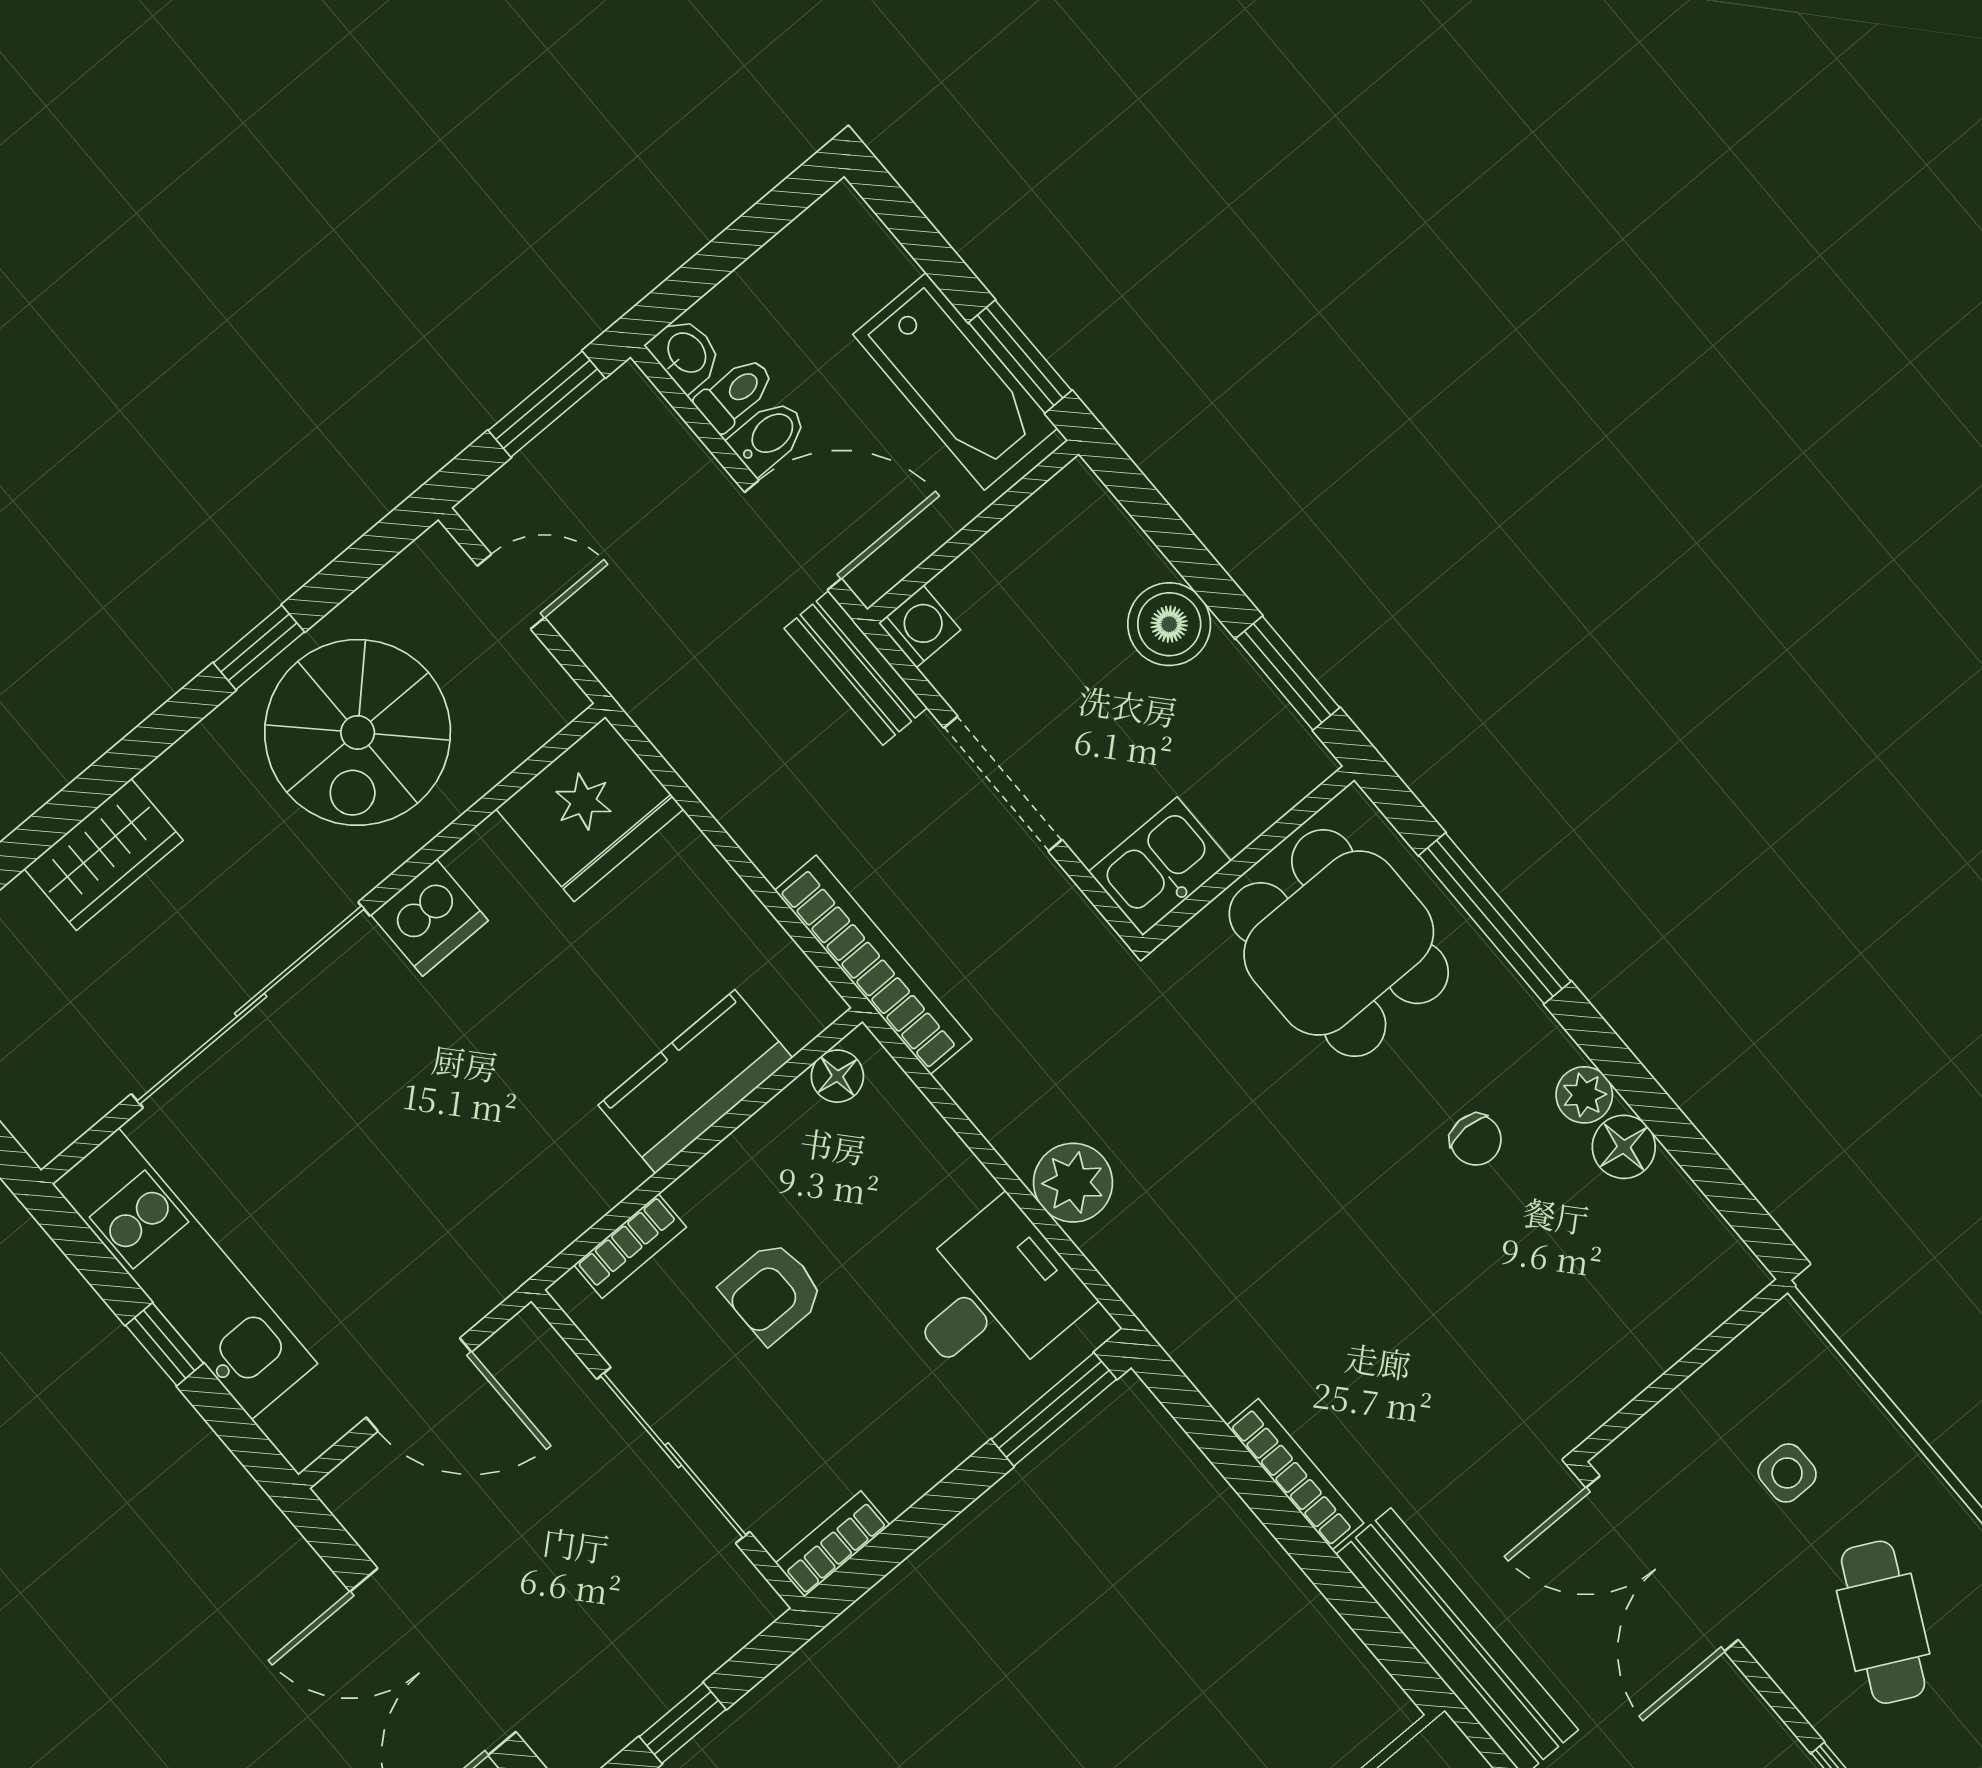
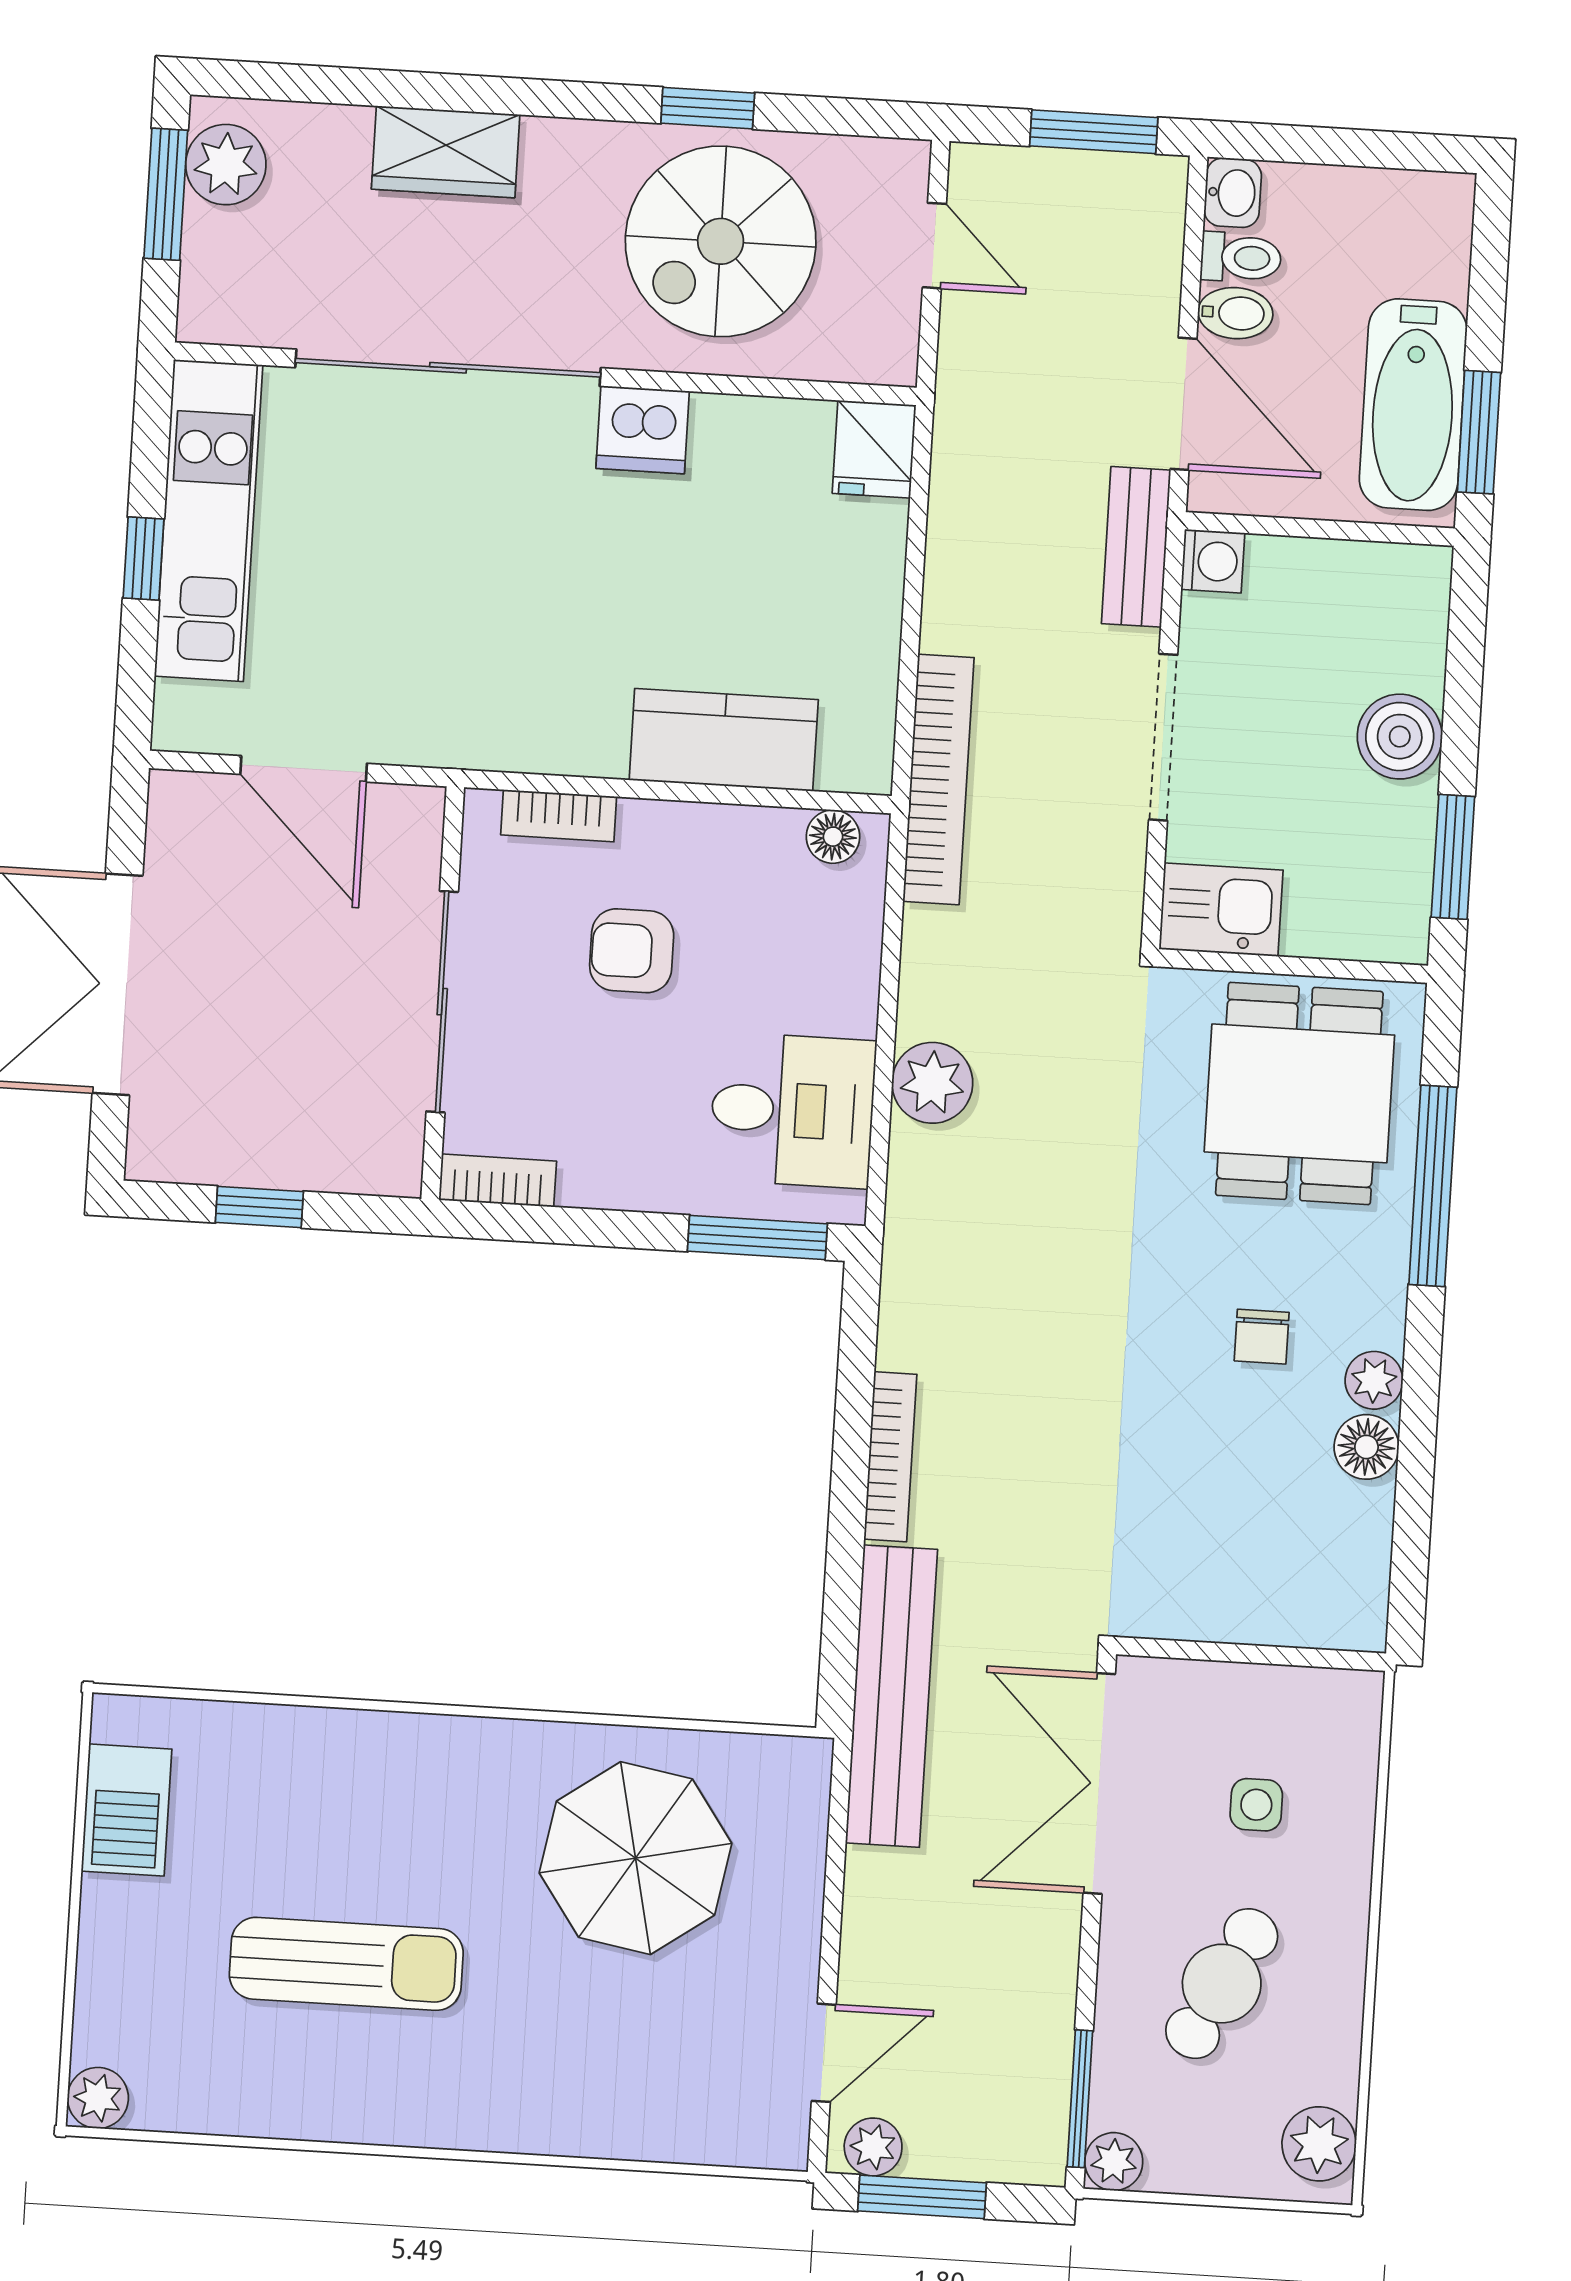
fridge: (590, 809) -> (874, 449), width x0.53, depth x0.75

